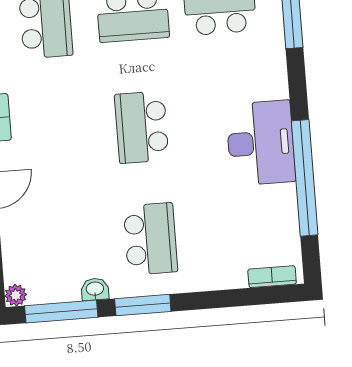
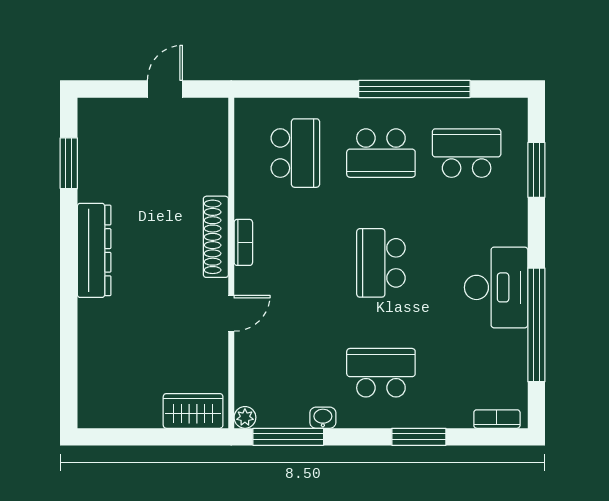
school desk: (150, 239) -> (381, 373), turned -90
window: (143, 305) -> (419, 437), moved

